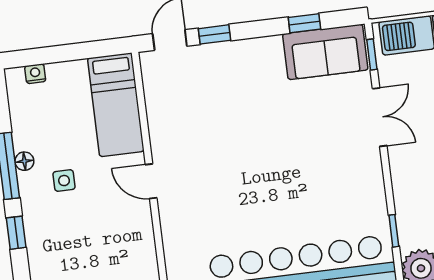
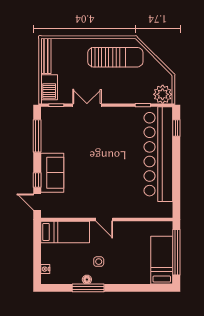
window: (304, 23) -> (37, 136), width x2.17
sofa: (325, 52) -> (52, 173), moved
door: (151, 181) -> (104, 220), hinge flipped
window: (16, 233) -> (121, 288), removed

